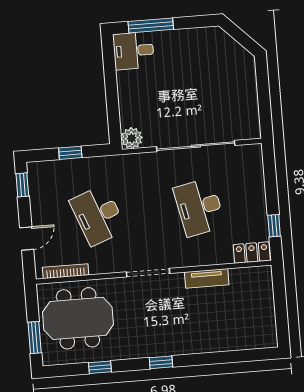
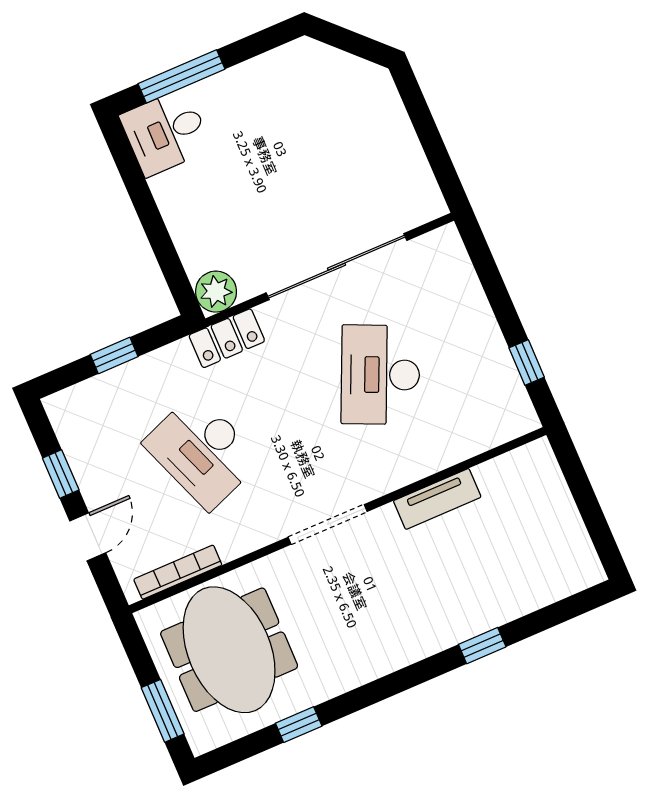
window: (22, 185) -> (61, 474), moved
desk: (199, 207) -> (380, 375), turned 36
locker: (252, 253) -> (227, 338), moved, turned 180
meeting table: (78, 318) -> (229, 650), turned 90
window: (161, 362) -> (482, 646), moved

